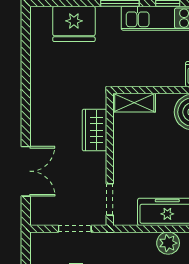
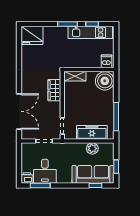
fridge: (74, 24) -> (32, 35), moved
double door: (26, 171) -> (19, 111), width x1.37

